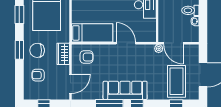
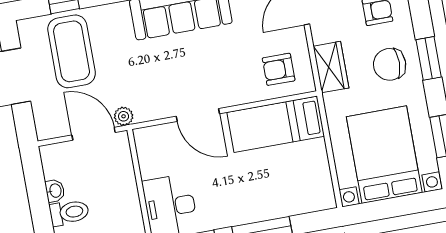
chair: (37, 50) -> (390, 64), turned 180

